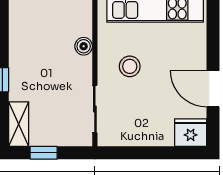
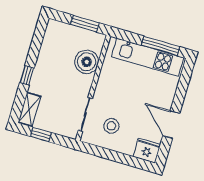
boiler: (84, 46) -> (87, 62), width x1.86, depth x1.86
stool: (130, 66) -> (111, 126), moved

